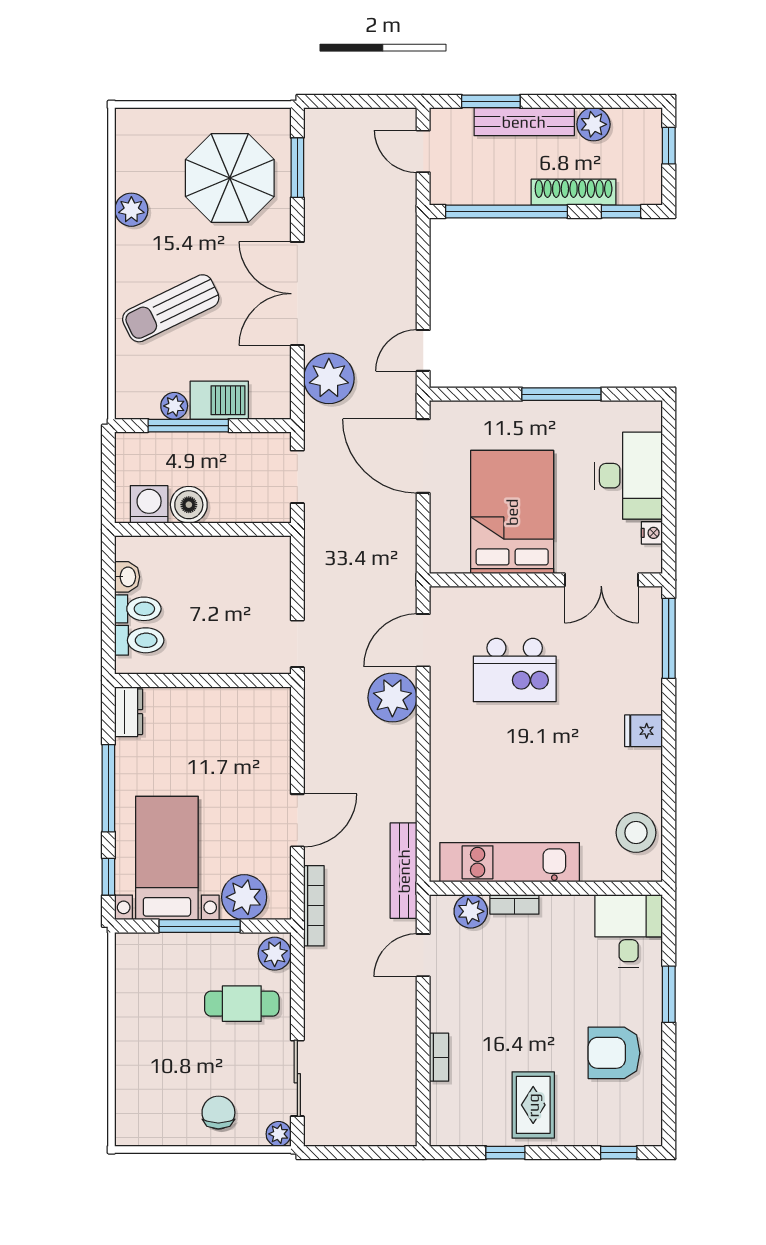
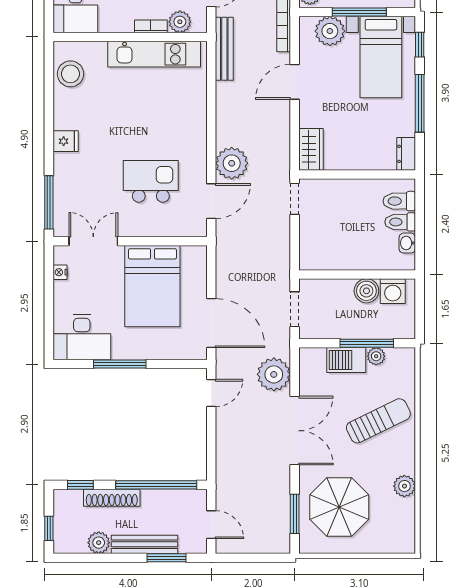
desk: (628, 476) -> (82, 337), moved, turned -90
wardrobe: (273, 718) -> (311, 149), added

